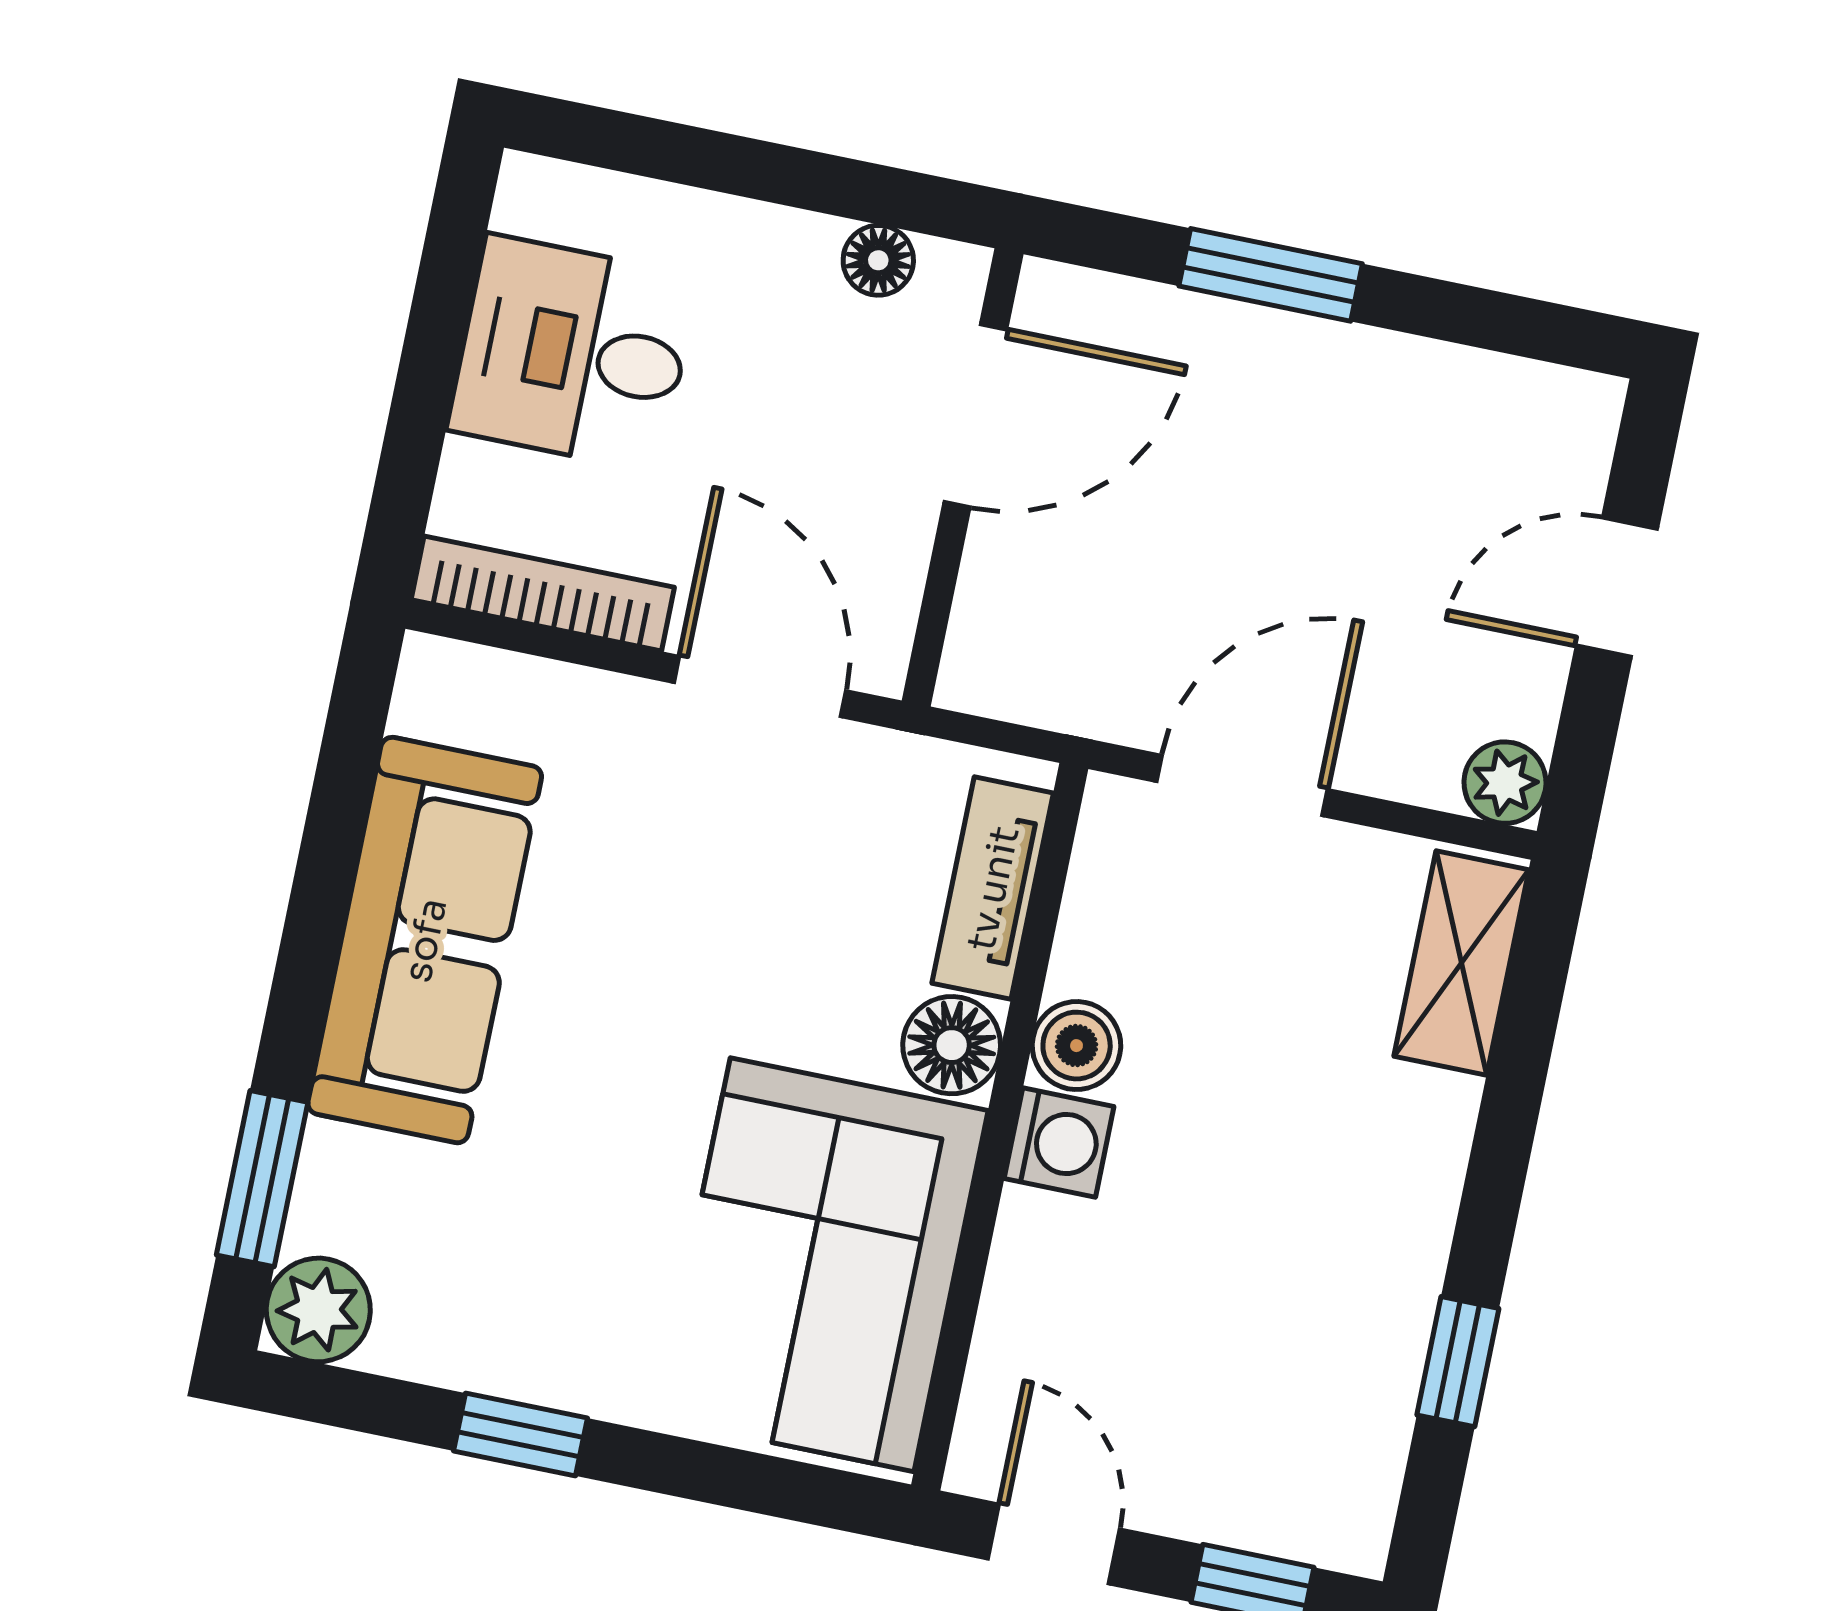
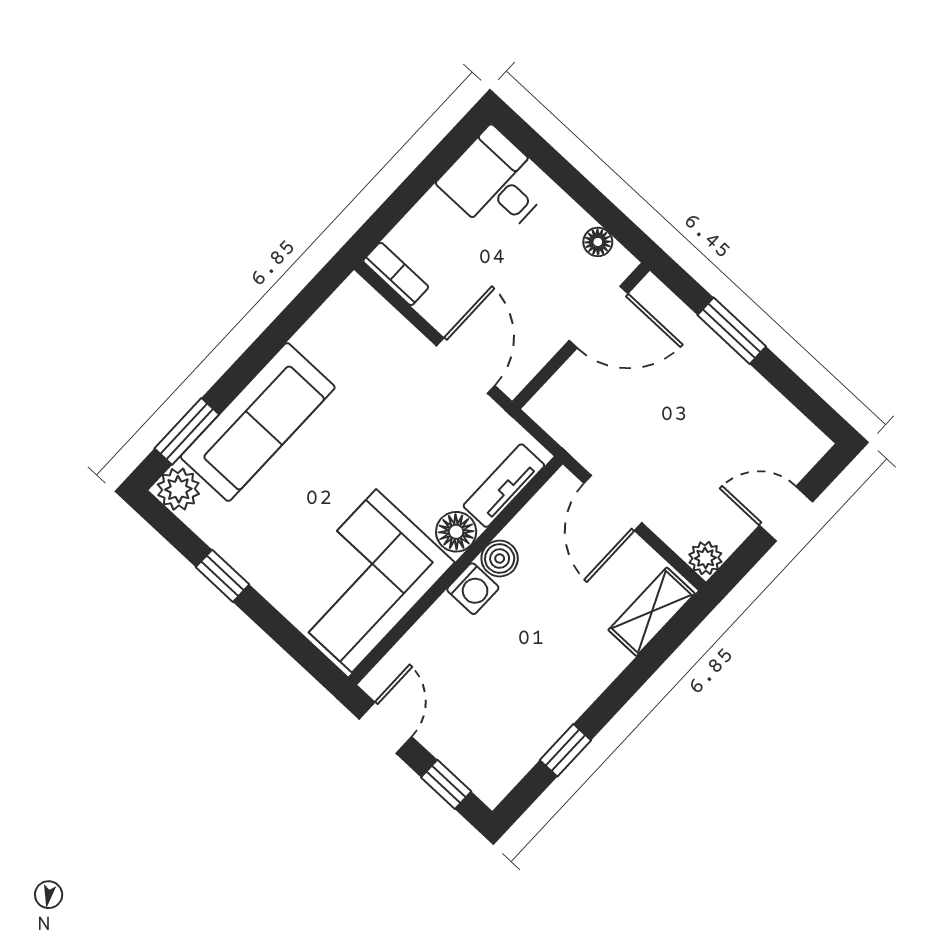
desk: (573, 353) -> (495, 183), moved
bookcase: (543, 594) -> (396, 274), width x0.64
door: (1242, 785) -> (613, 503), swing flipped
sofa: (425, 940) -> (258, 422), moved

